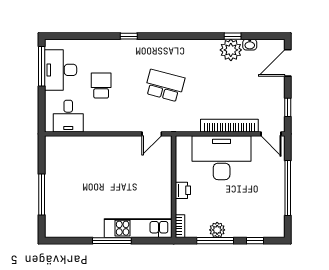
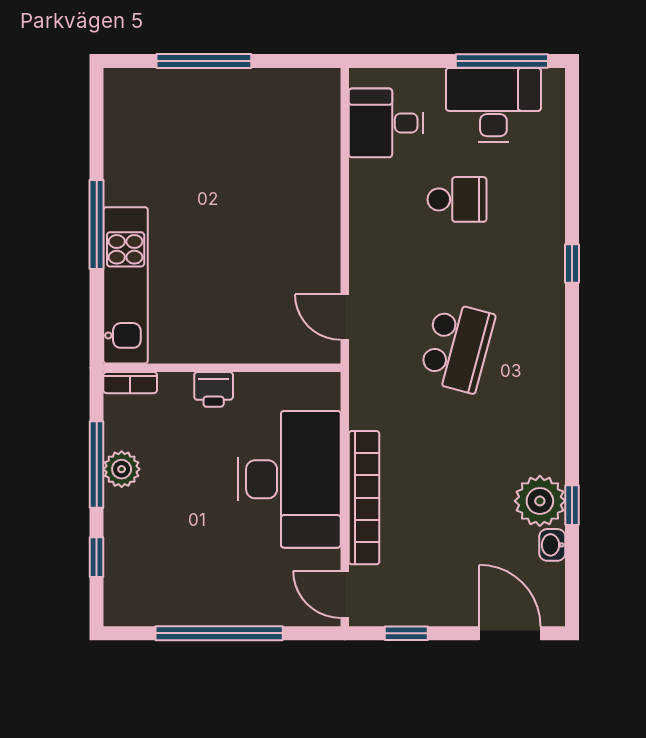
door: (271, 134) -> (345, 594), hinge flipped

